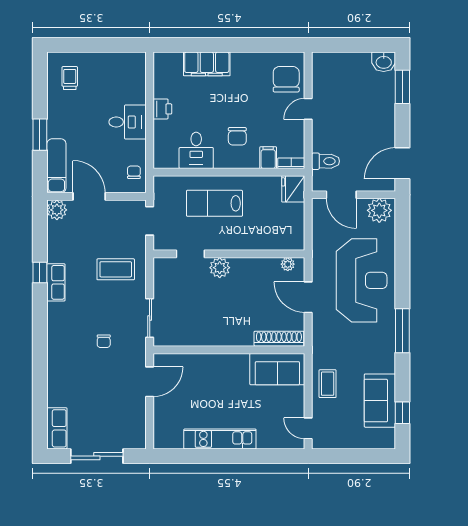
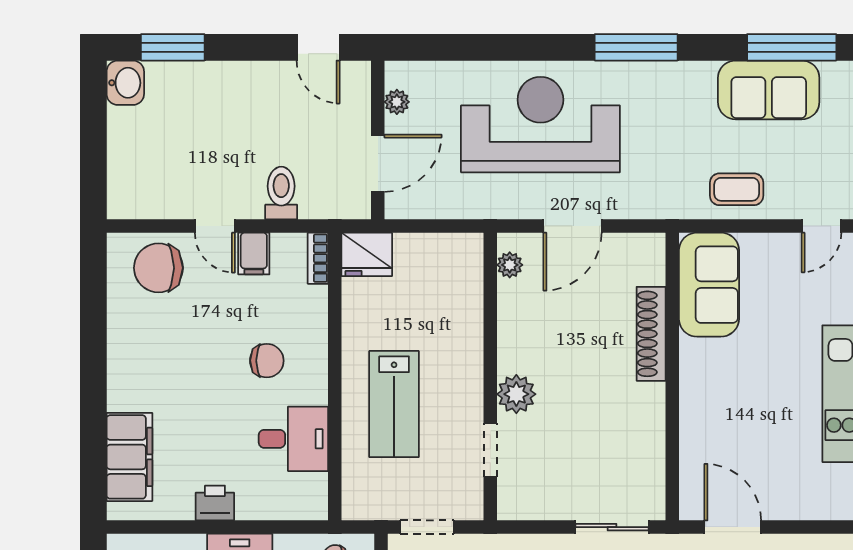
filing cabinet: (207, 64) -> (129, 457), moved
filing cabinet: (268, 158) -> (254, 254), moved, turned -90
toilet: (326, 161) -> (281, 193), moved
door: (402, 163) -> (318, 47), width x0.73
plant: (379, 210) -> (397, 102), width x0.53, depth x0.53
shoe rack: (279, 339) -> (651, 334), moved
window: (402, 413) -> (792, 47), width x2.17

